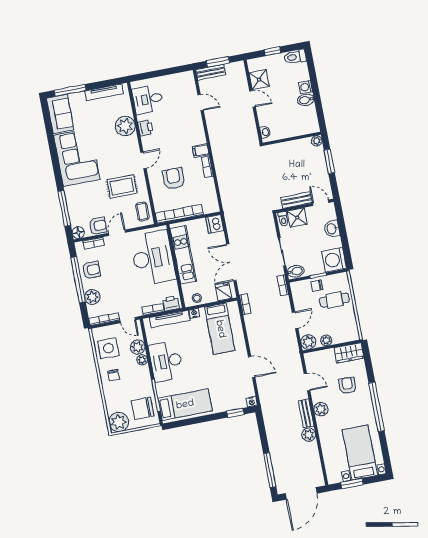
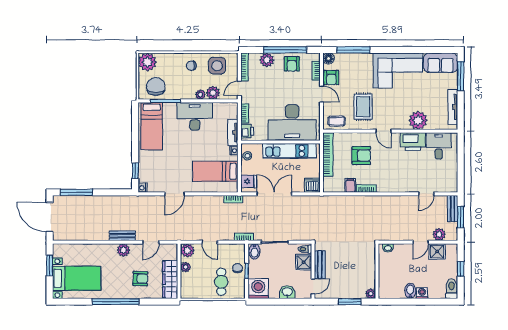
printer: (145, 128) -> (413, 142), width x1.87, depth x1.48
filing cabinet: (201, 151) -> (350, 185), moved
tv unit: (170, 319) -> (233, 132), width x0.71
wardrobe: (349, 353) -> (170, 279), width x1.50
plant: (309, 435) -> (439, 234), moved

